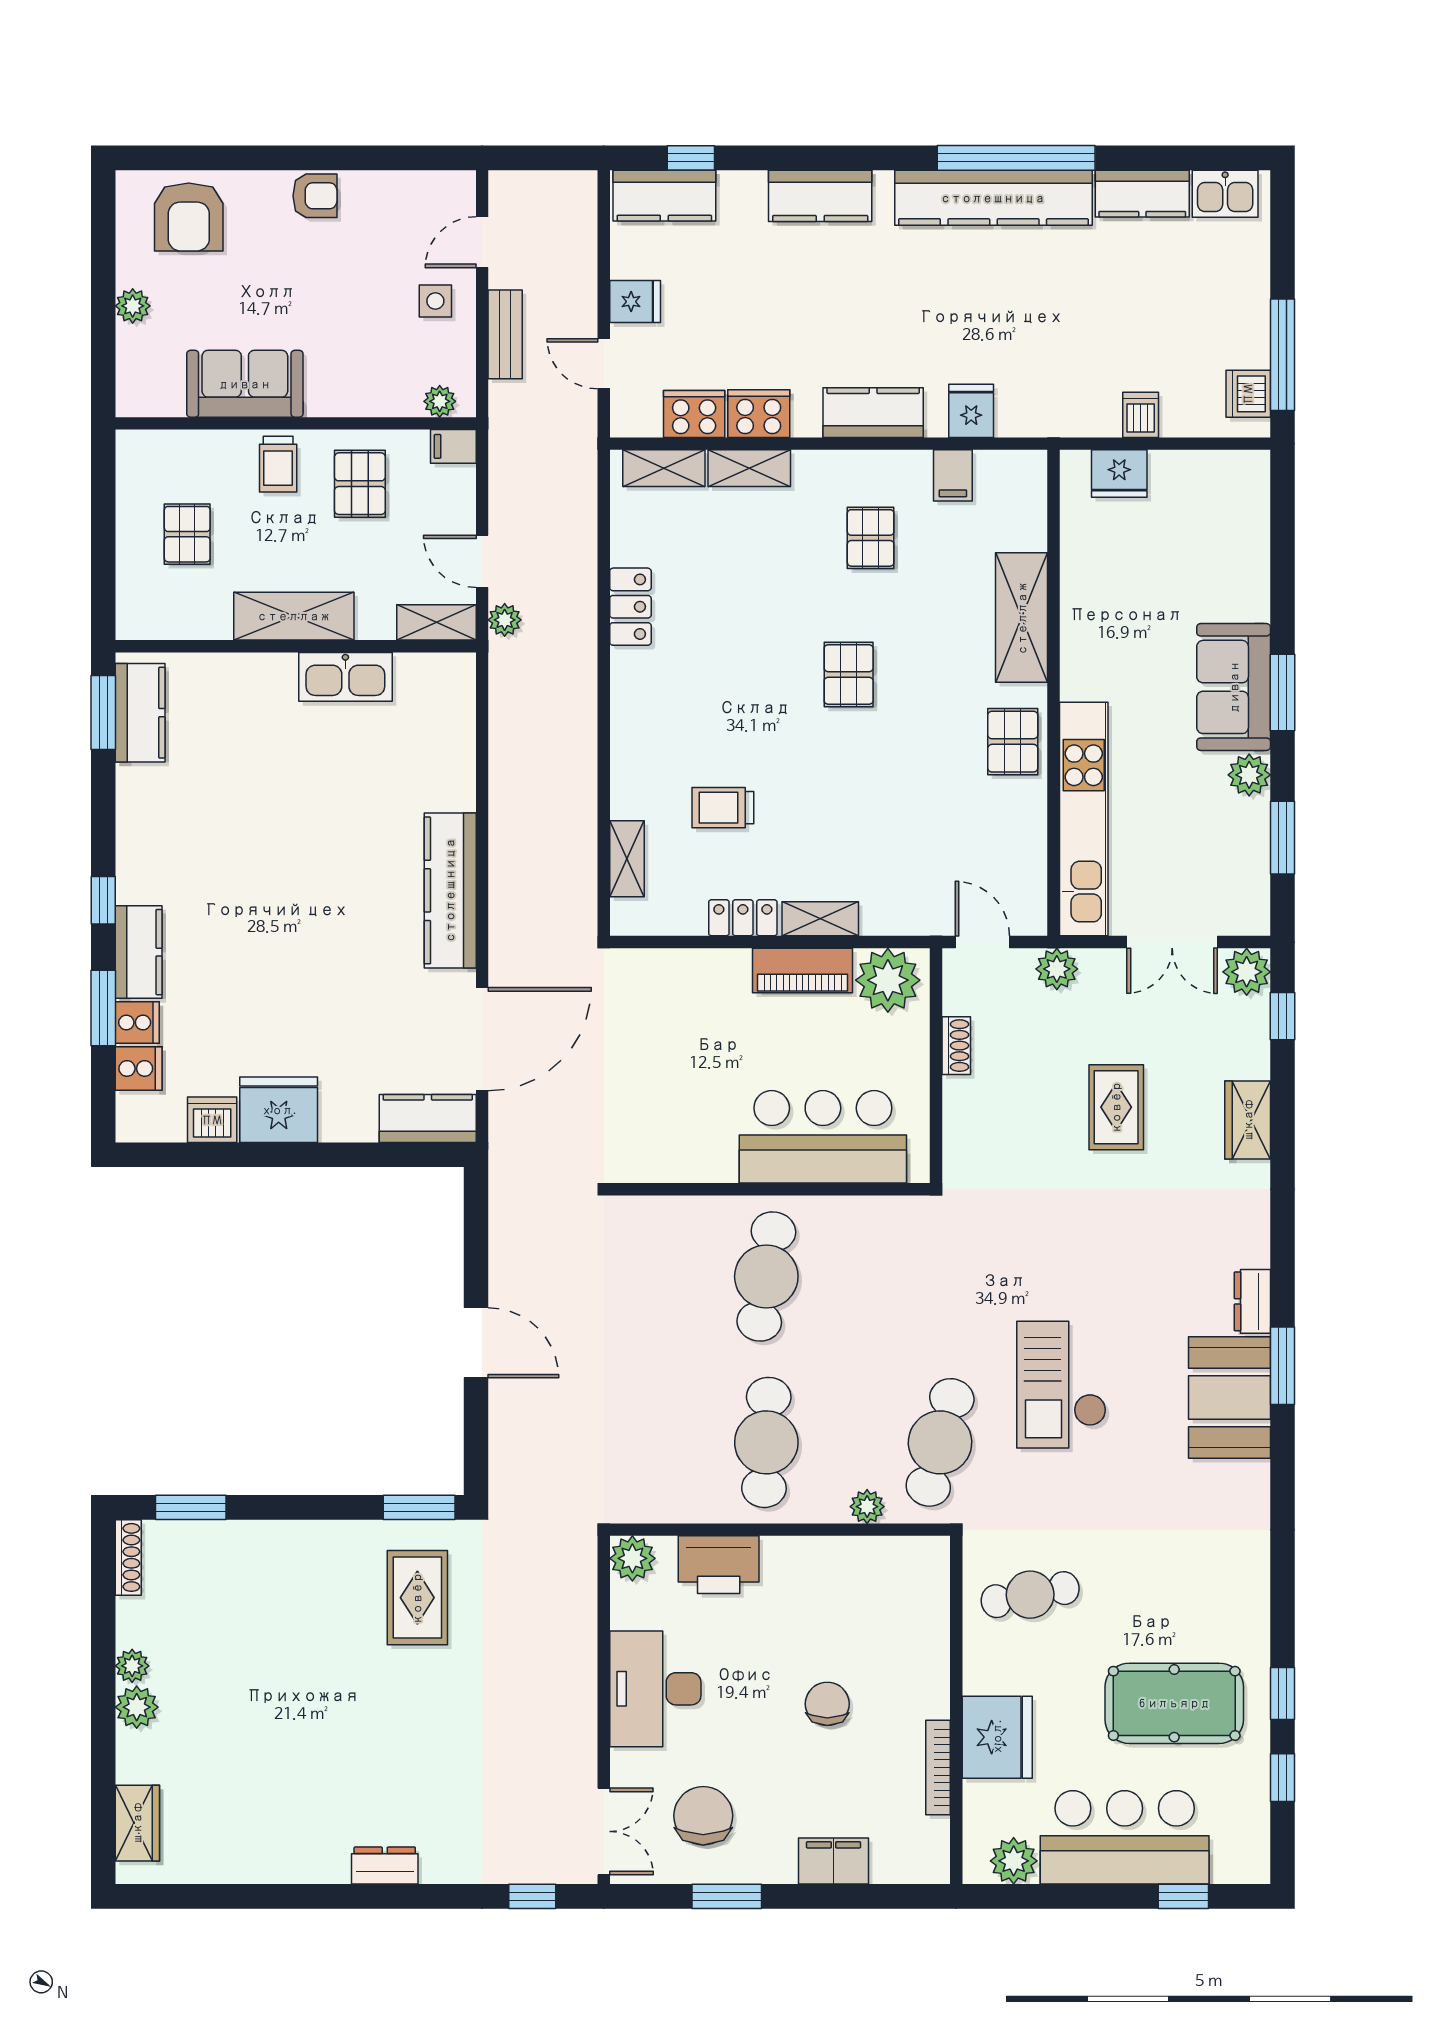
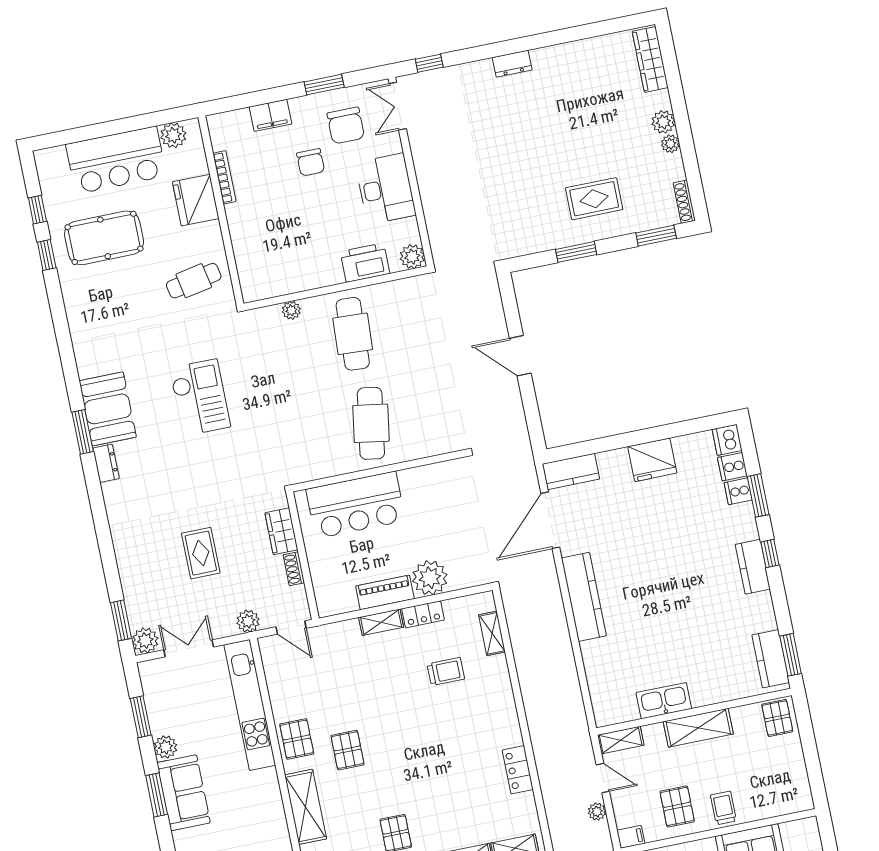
pallet: (187, 534) -> (777, 718), moved
plant: (505, 620) -> (597, 812), moved
pallet: (849, 675) -> (348, 750), moved
kitchen counter: (139, 952) -> (753, 567), moved
plant: (888, 980) -> (430, 578), moved
window: (1282, 1016) -> (121, 620), width x1.50
dishwasher: (212, 1120) -> (727, 440), moved, turned 90
wardrobe: (1248, 1120) -> (281, 531), moved, turned 180
cafe table: (940, 1442) -> (259, 353), removed
window: (419, 1507) -> (576, 252), moved
rug: (417, 1598) -> (594, 199), moved, turned 90
chair: (827, 1704) -> (311, 162), moved
wardrobe: (137, 1823) -> (650, 59), width x1.50
window: (1183, 1896) -> (78, 135), removed

